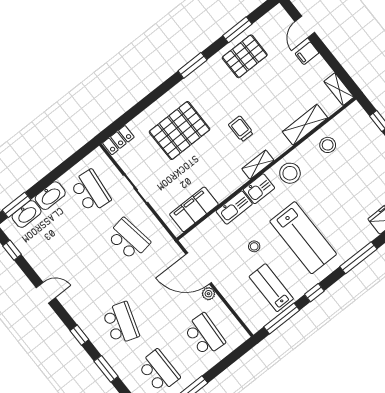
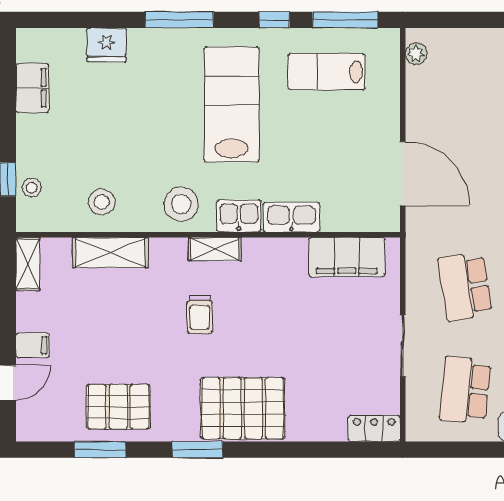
pallet: (180, 131) -> (243, 408), moved
stool: (254, 246) -> (32, 188), moved
lab bench: (271, 288) -> (327, 72), turned 90
plant: (208, 294) -> (416, 54), moved
school desk: (204, 335) -> (465, 79), removed

